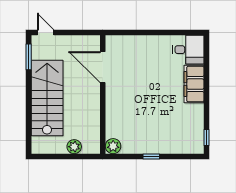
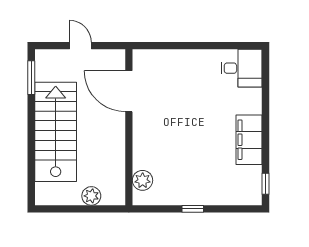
door: (46, 32) -> (80, 46), moved
filing cabinet: (194, 84) -> (249, 140), moved
plant: (113, 146) -> (143, 180), moved

